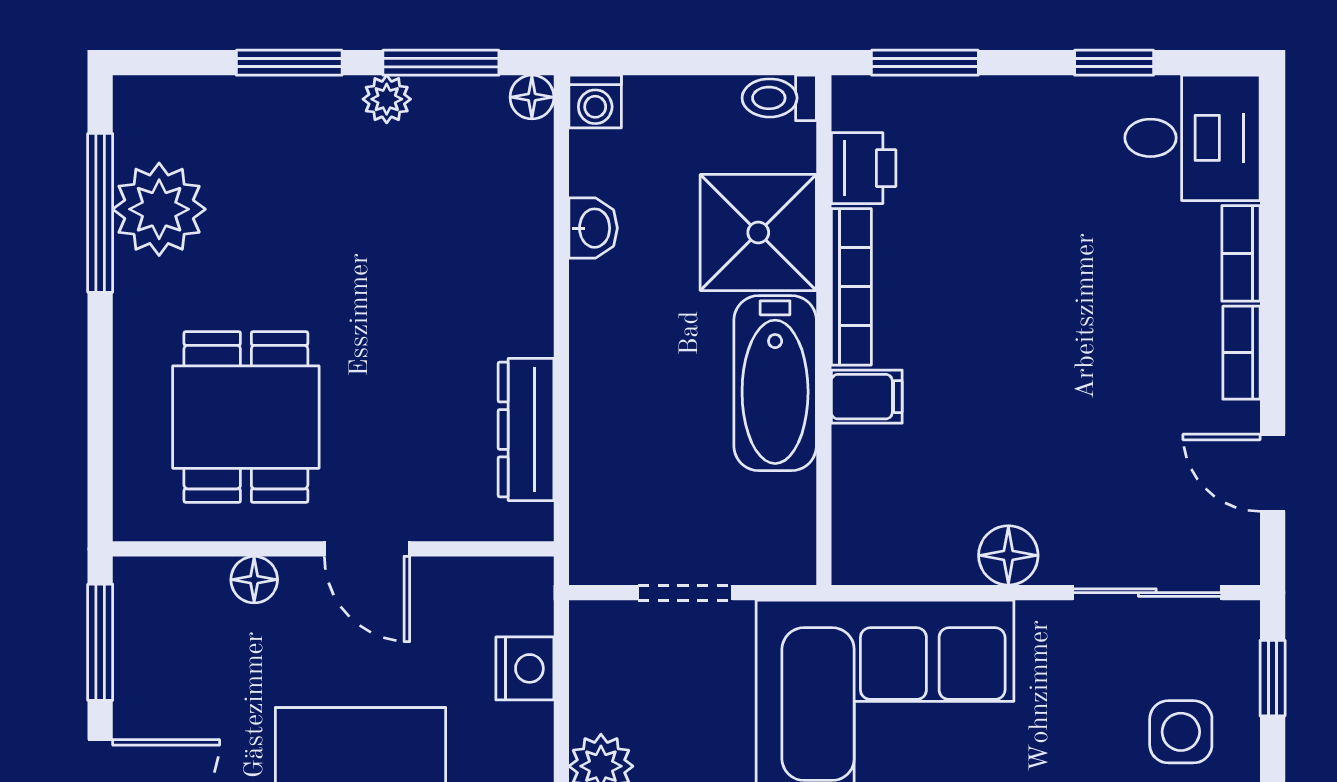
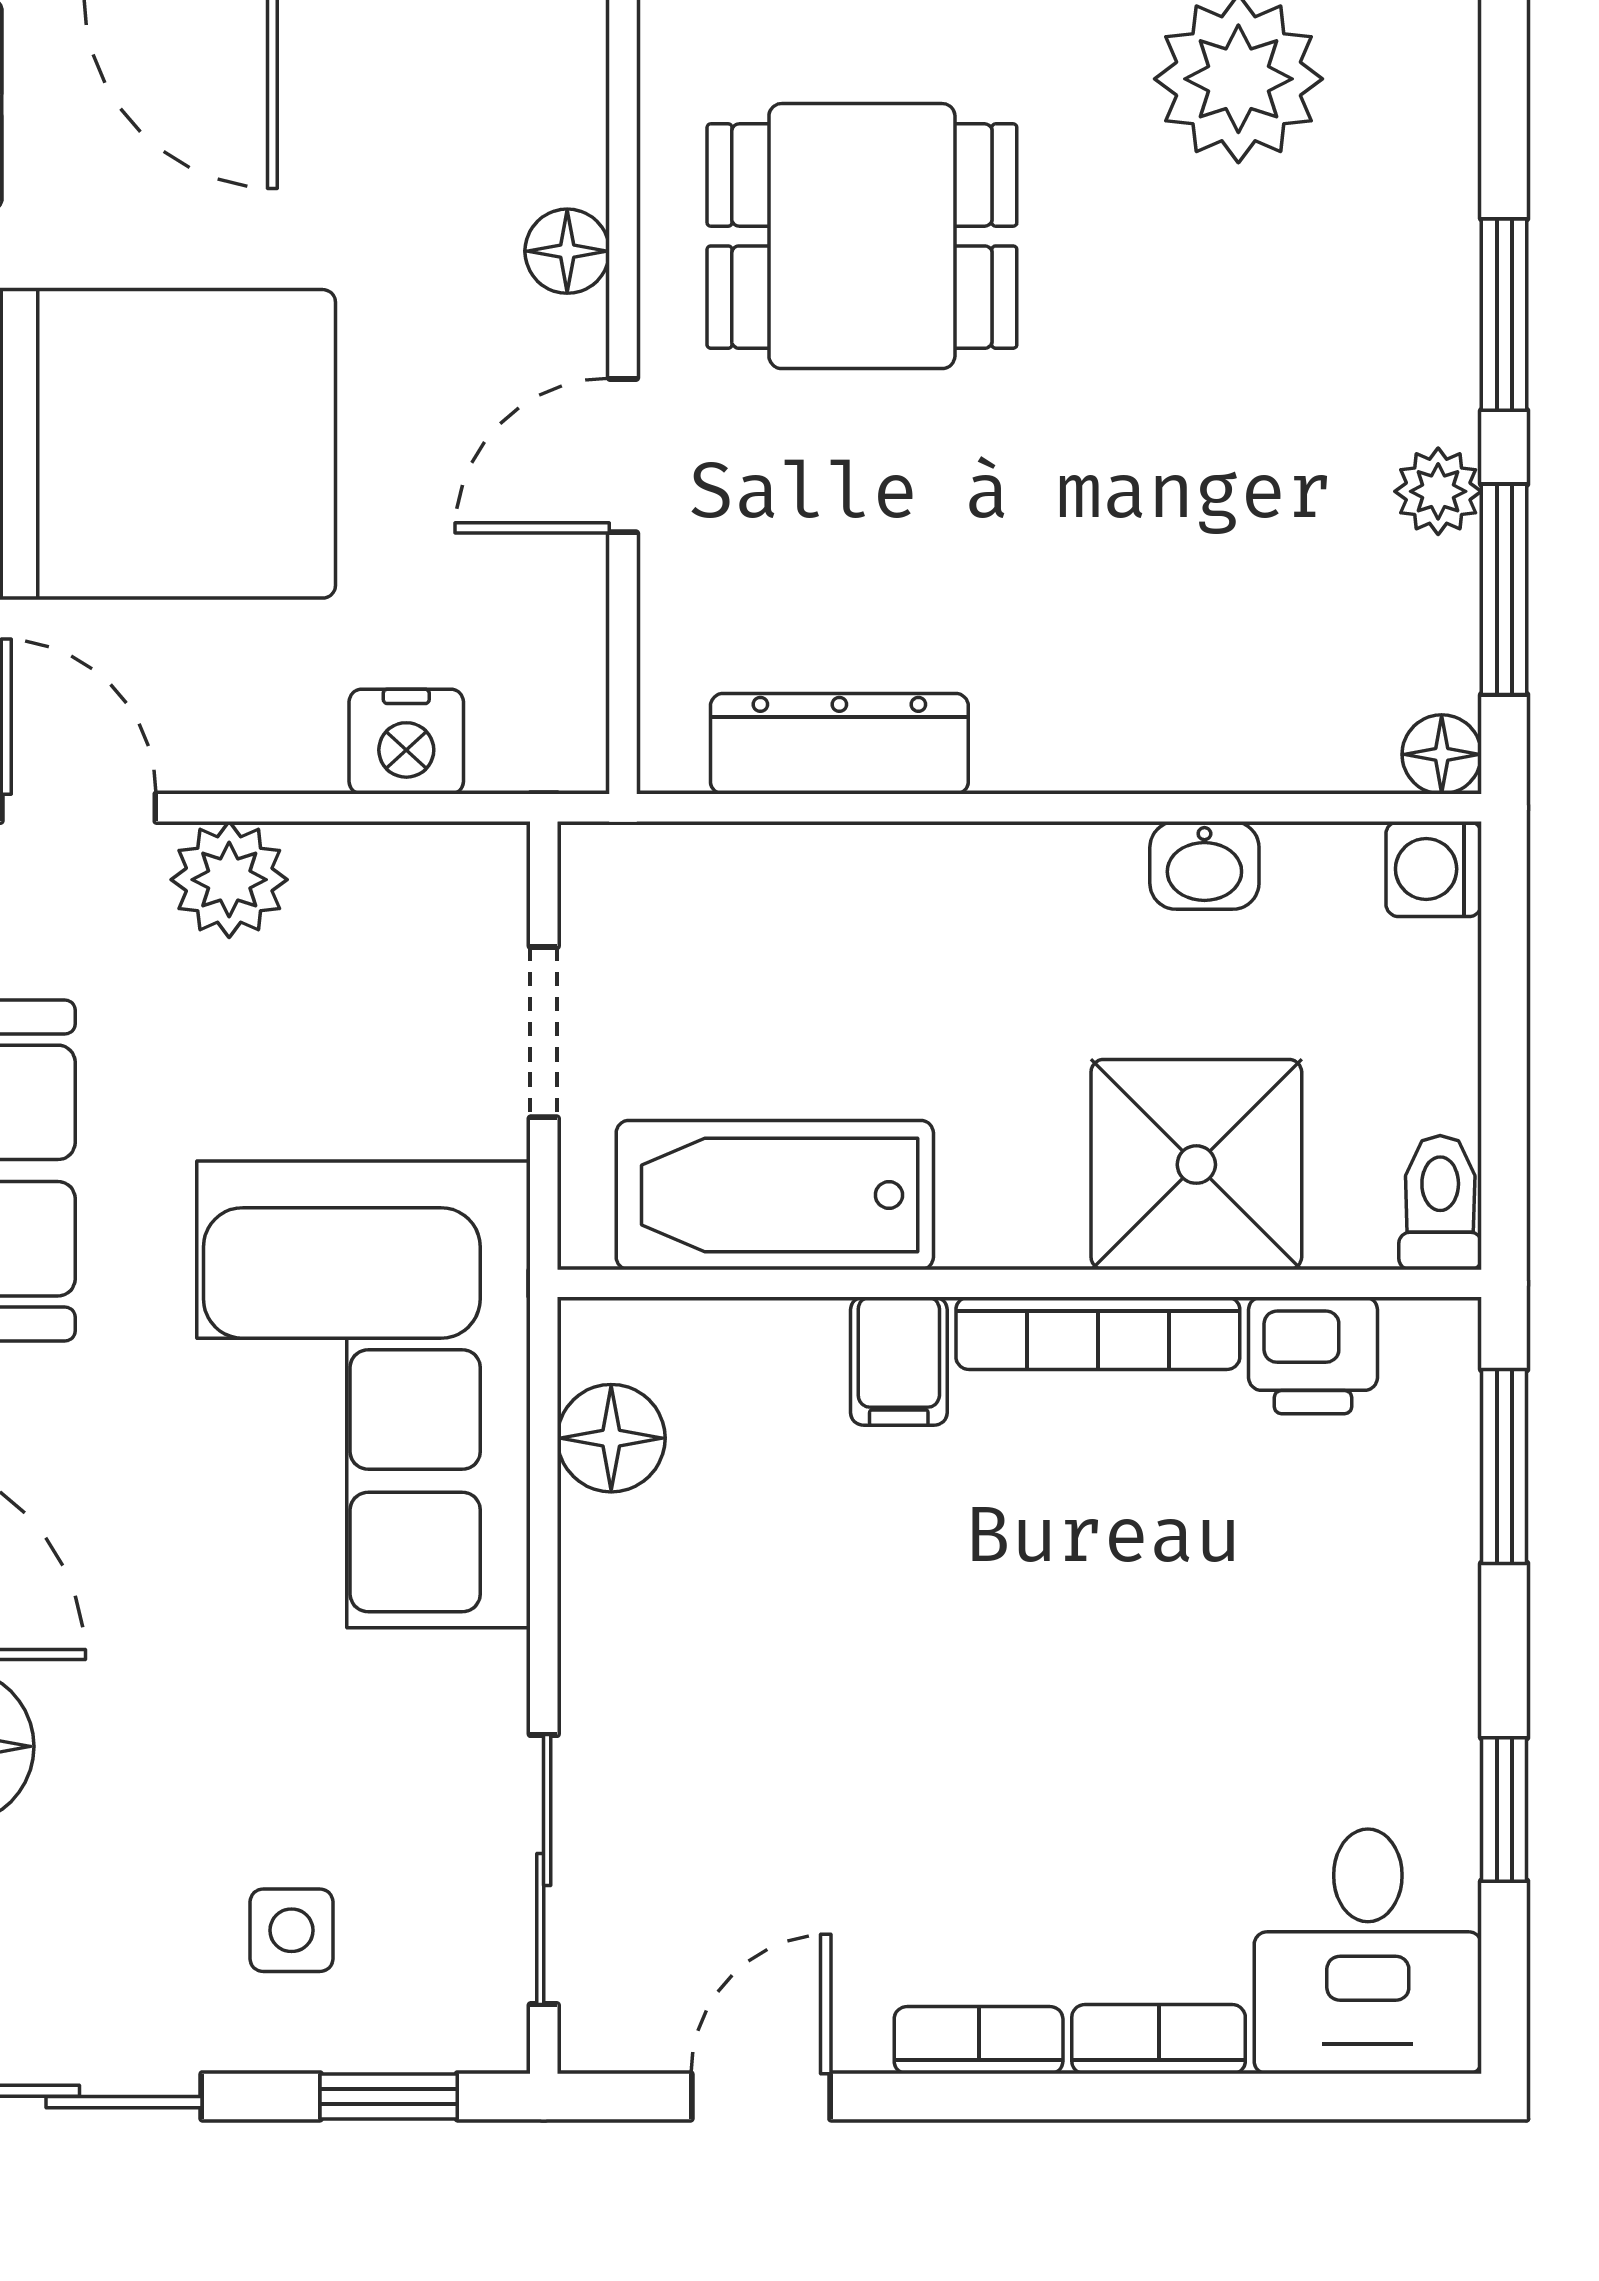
bathtub: (775, 383) -> (775, 1195), moved
floor lamp: (1008, 555) -> (611, 1438), moved
side table: (1181, 732) -> (292, 1930), width x0.73, depth x0.73

